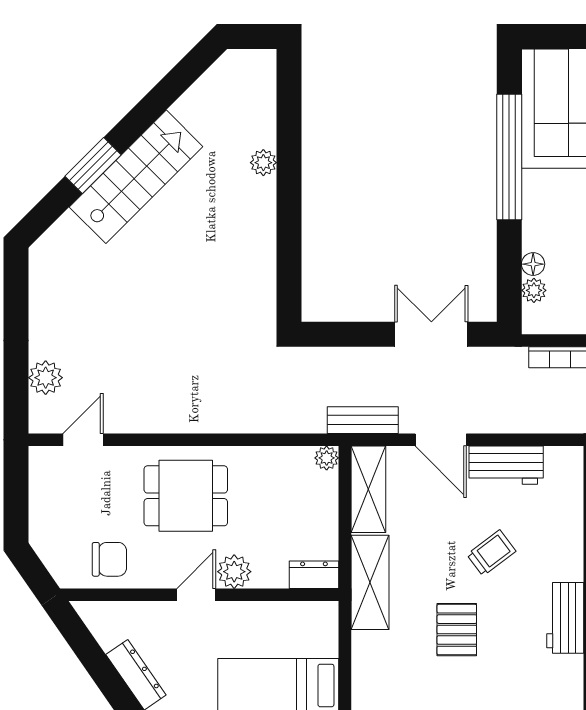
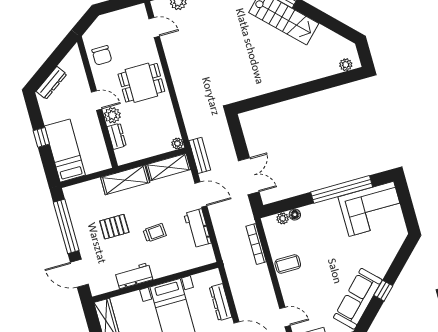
plant: (263, 163) -> (346, 65), moved
door: (441, 440) -> (201, 194), swing flipped
dining table: (186, 496) -> (141, 83), turned 90
trolley: (491, 553) -> (155, 233), turned -57
dresser: (314, 575) -> (117, 136), moved

